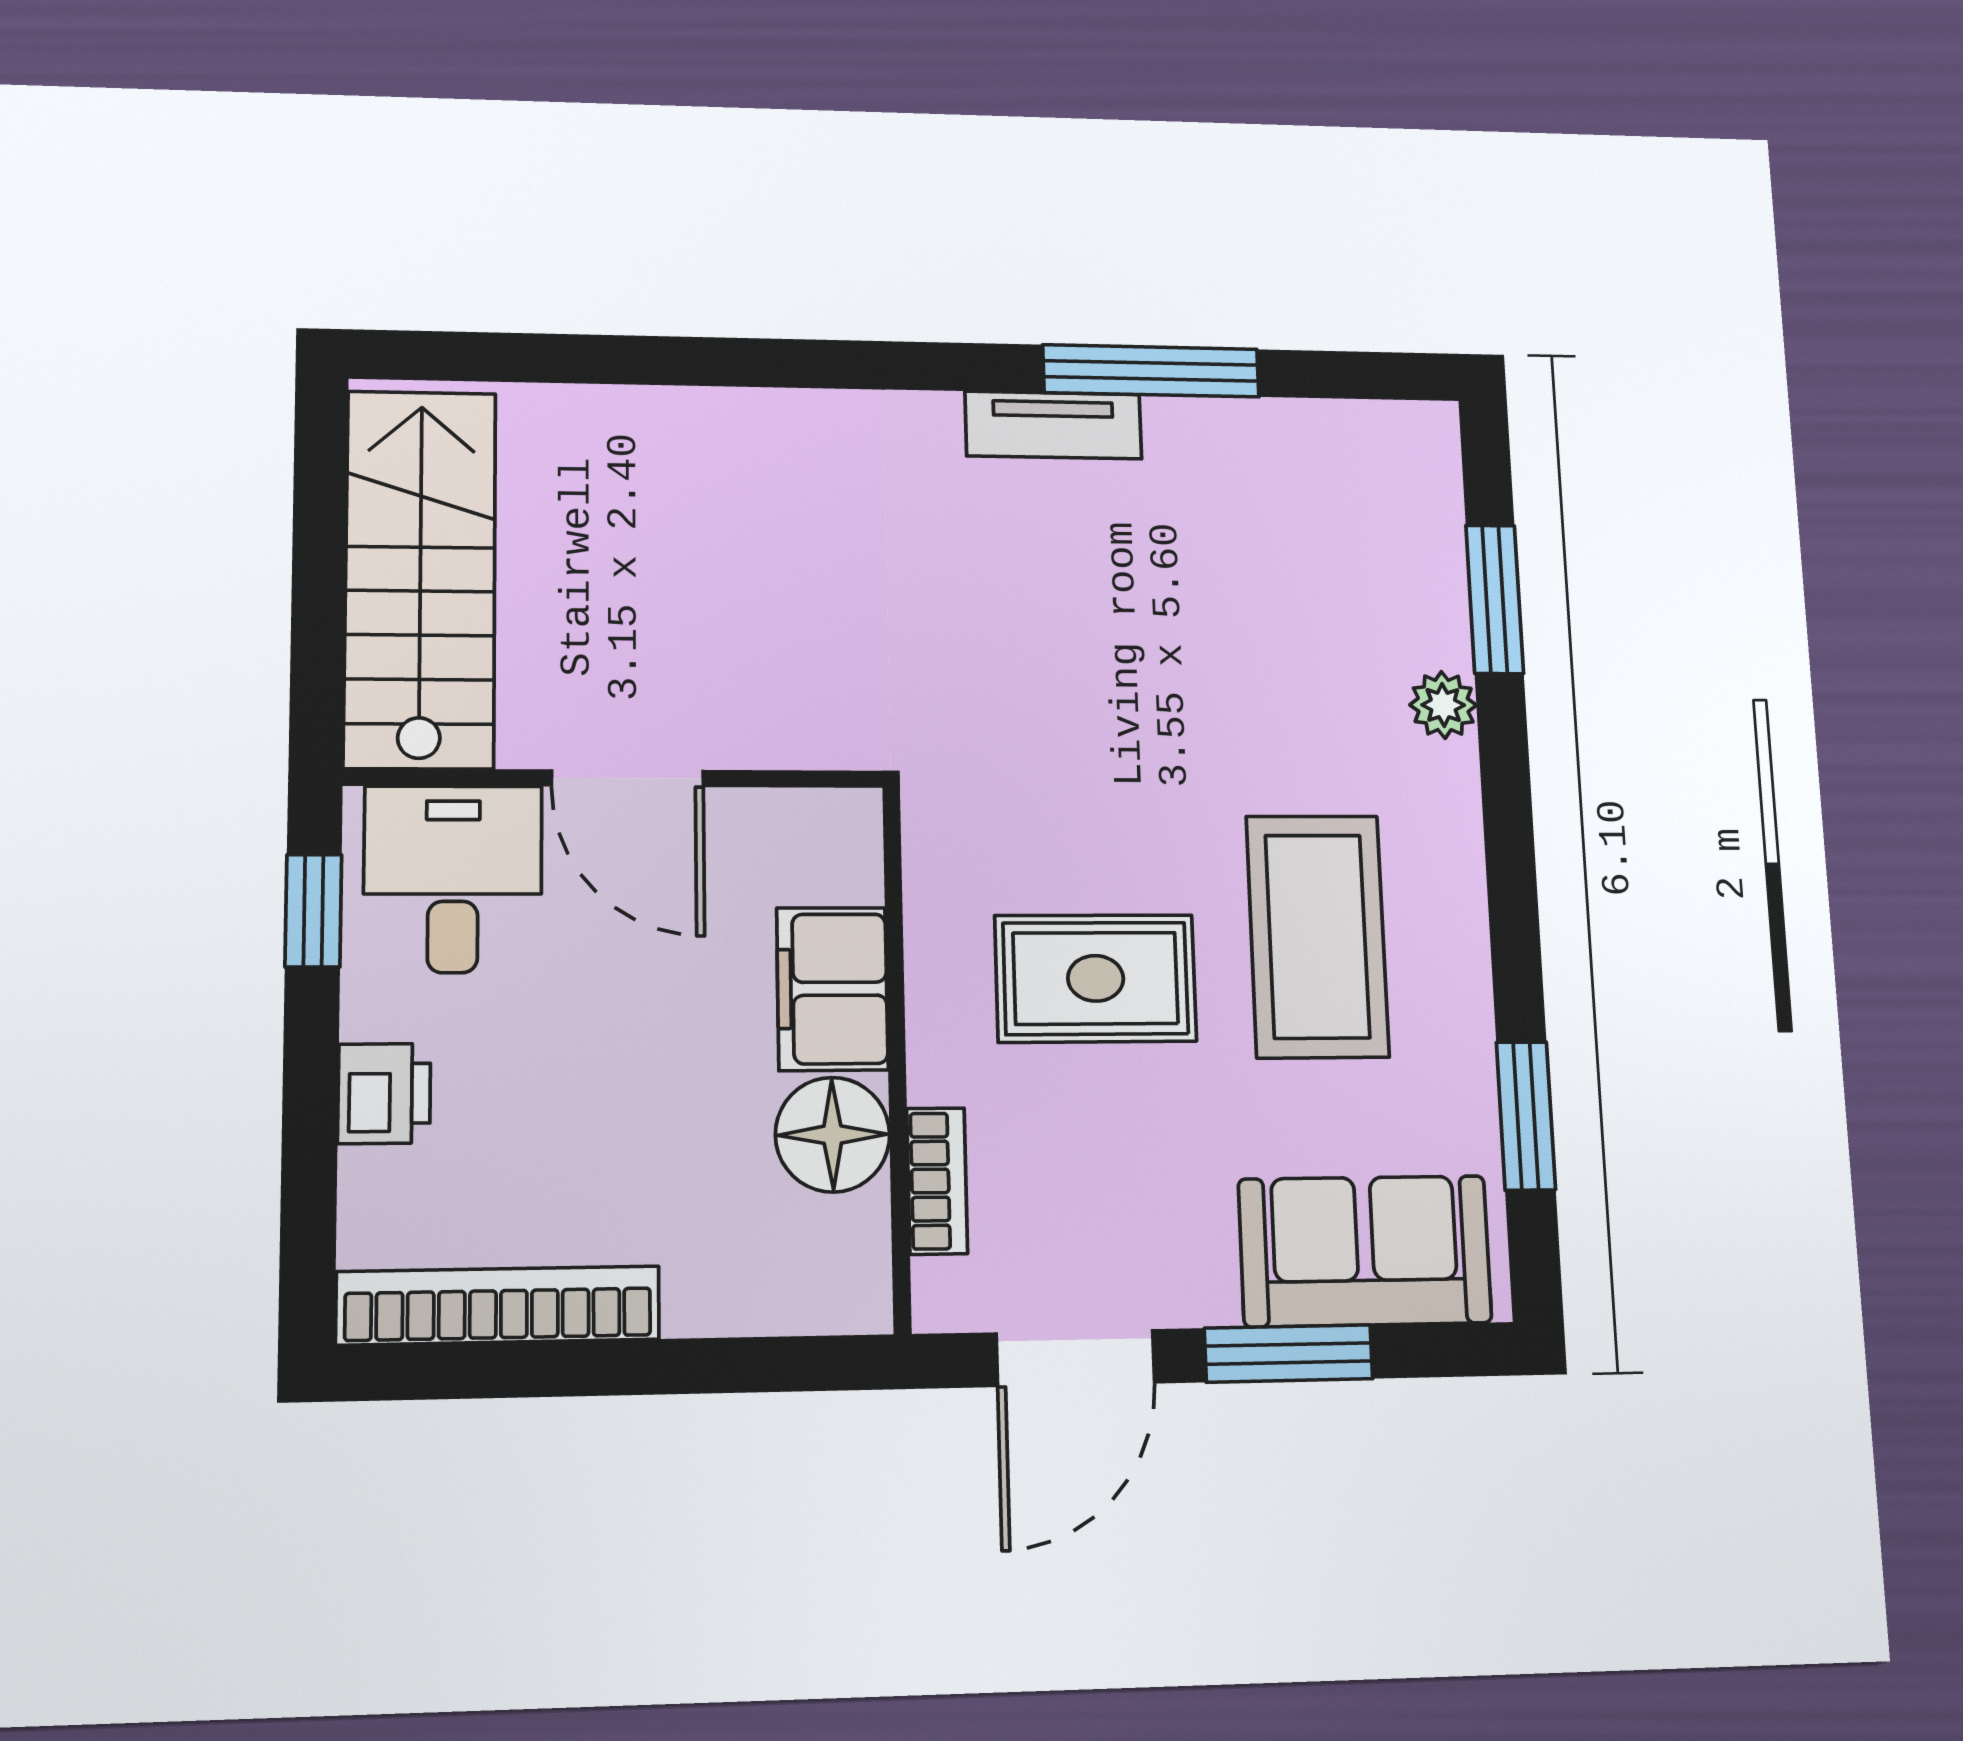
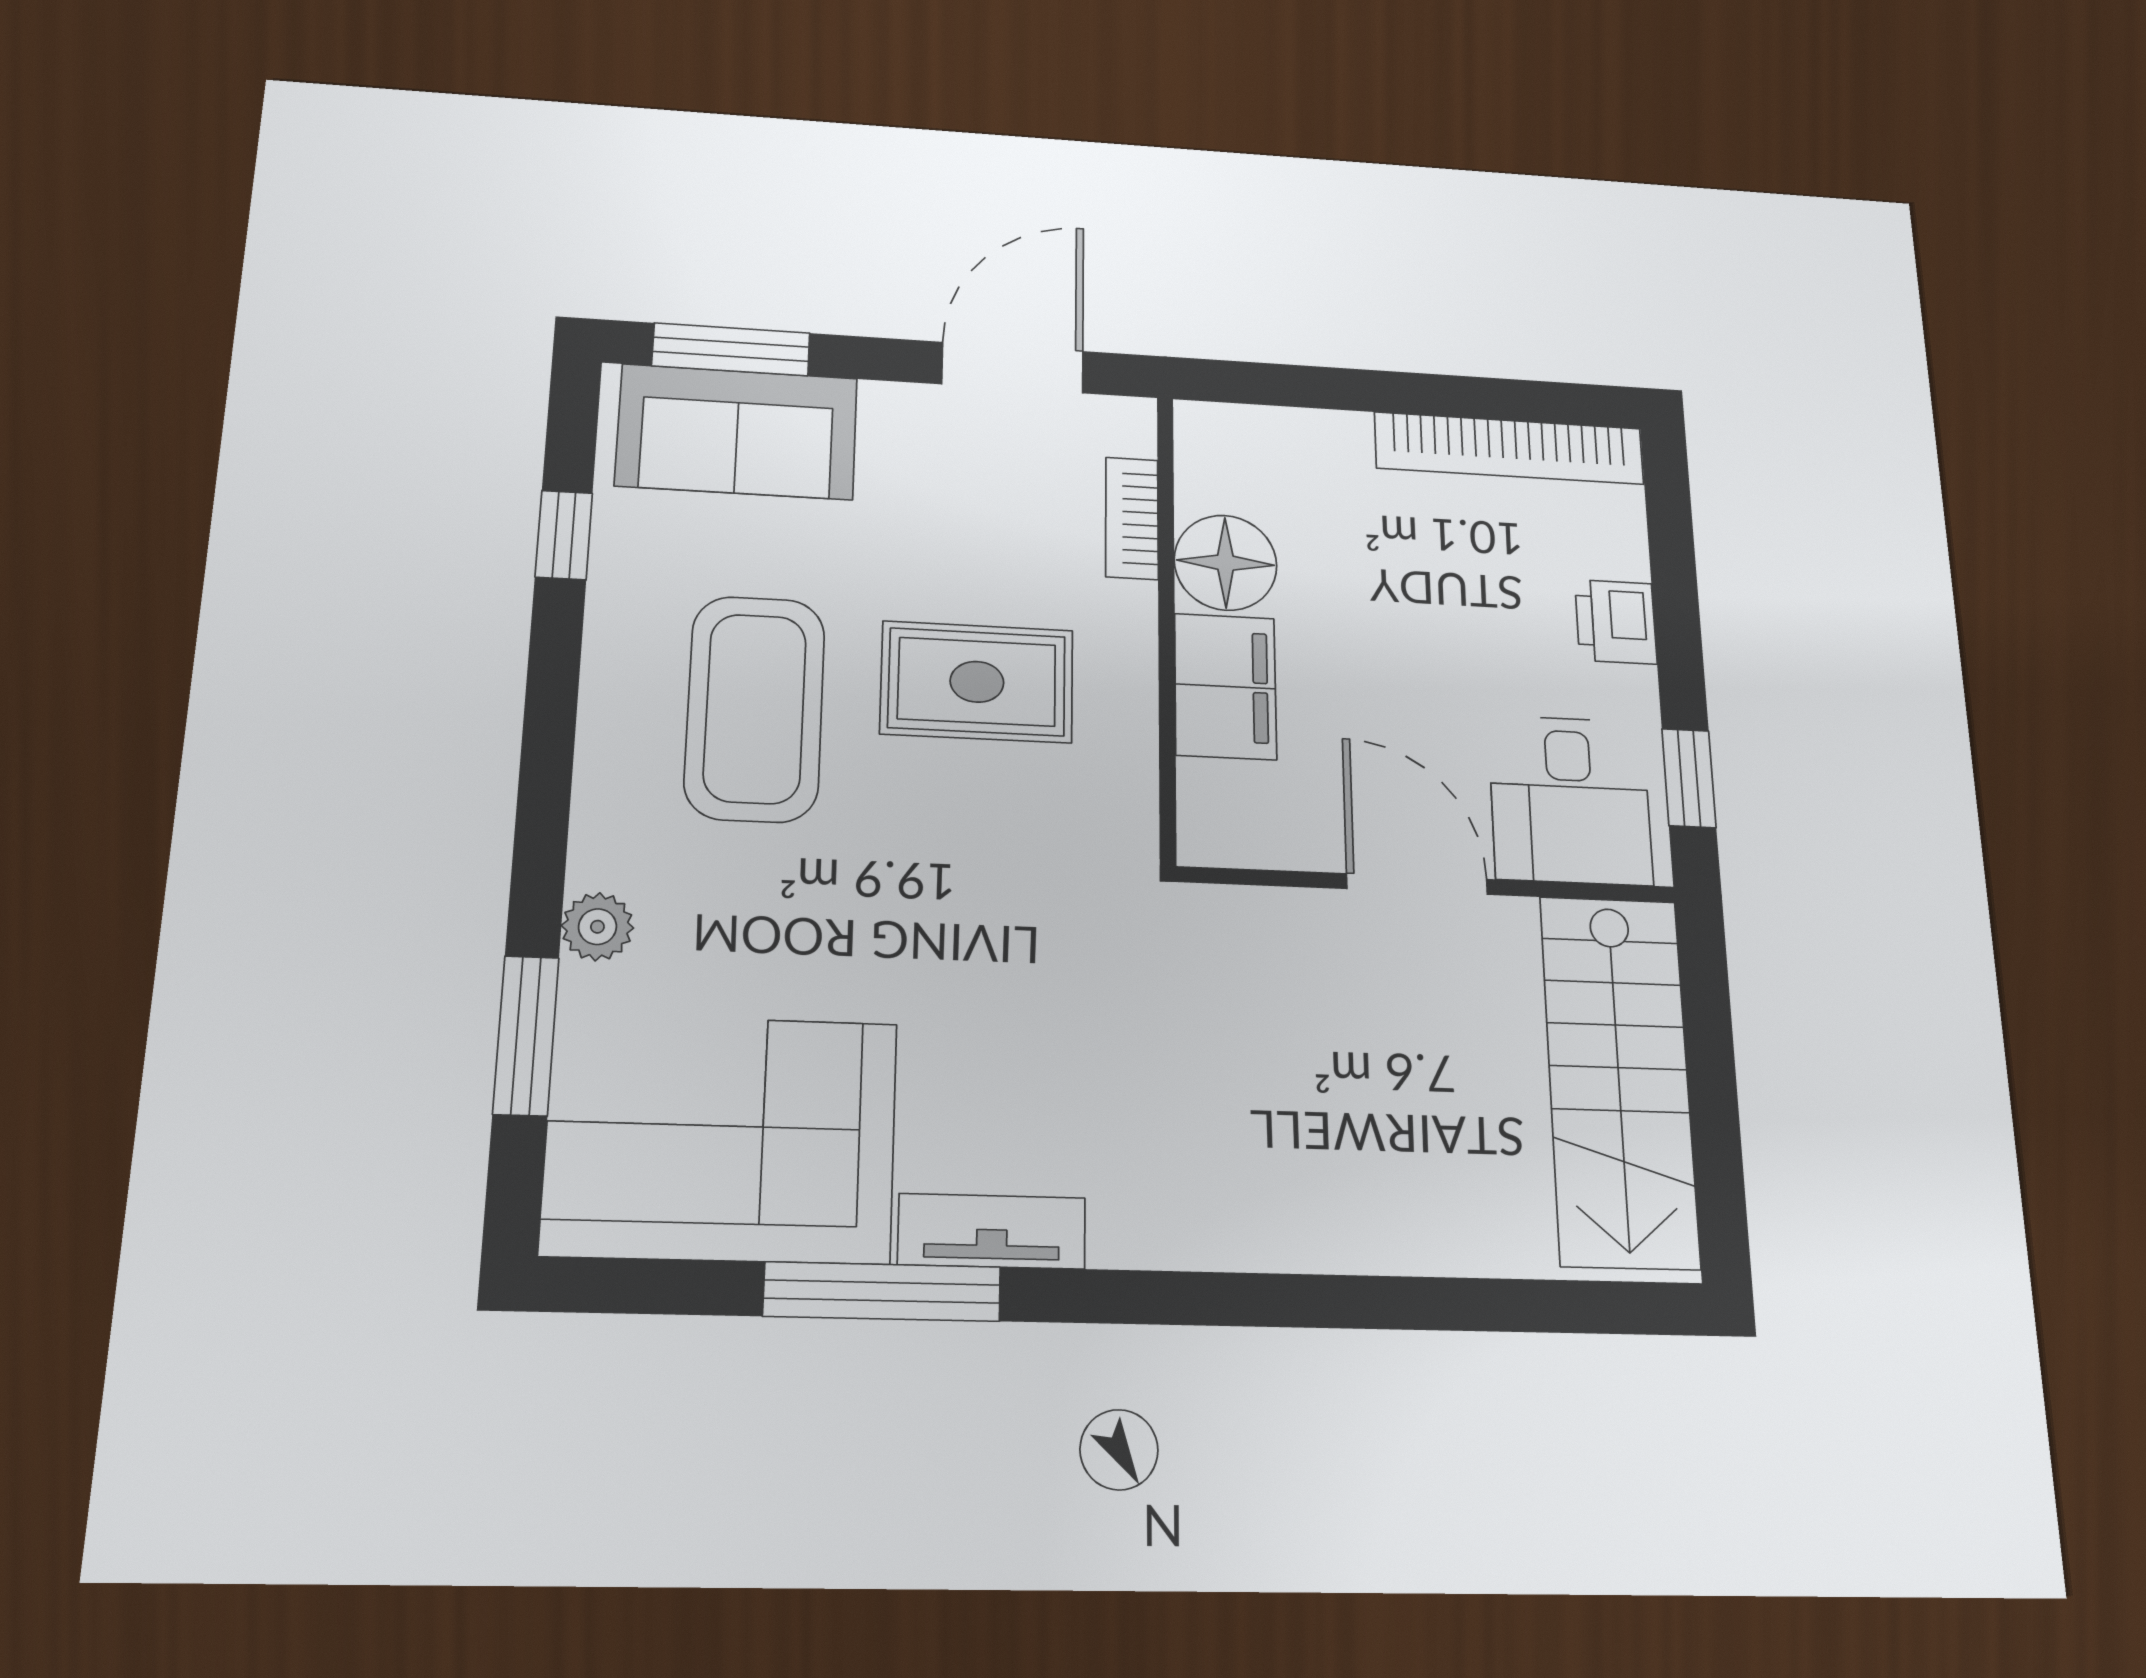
corner sofa: (1309, 508) -> (721, 1138), added
window: (1526, 1116) -> (564, 535), width x0.67
window: (1289, 1354) -> (731, 349), moved

